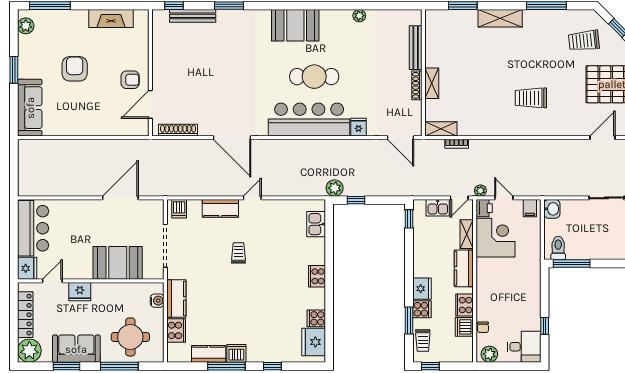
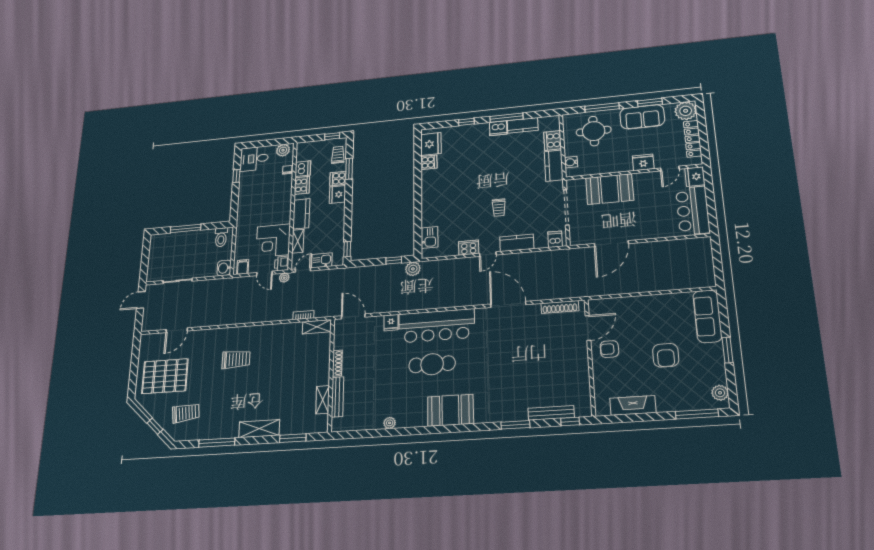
shelving: (432, 83) -> (323, 400), moved
window: (572, 264) -> (186, 228), moved
cooker: (317, 276) -> (469, 248), moved, turned -90

